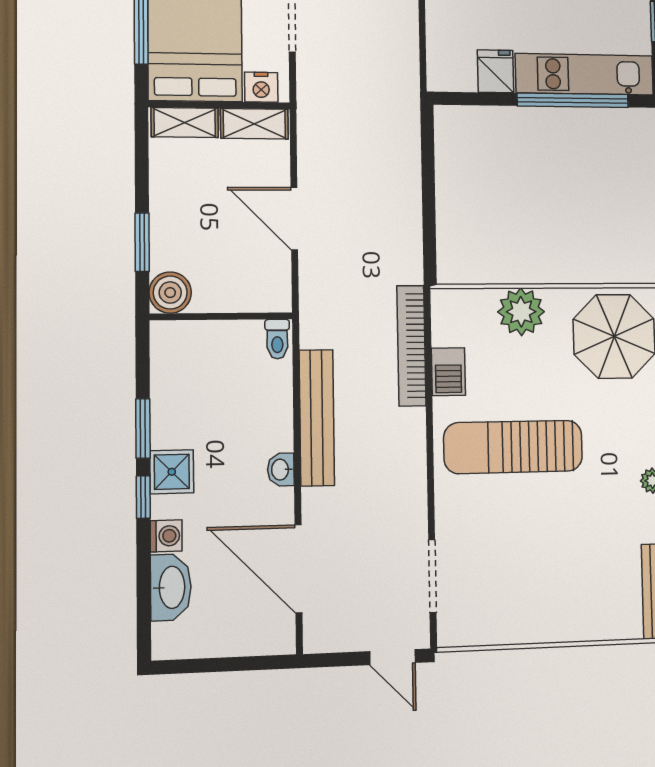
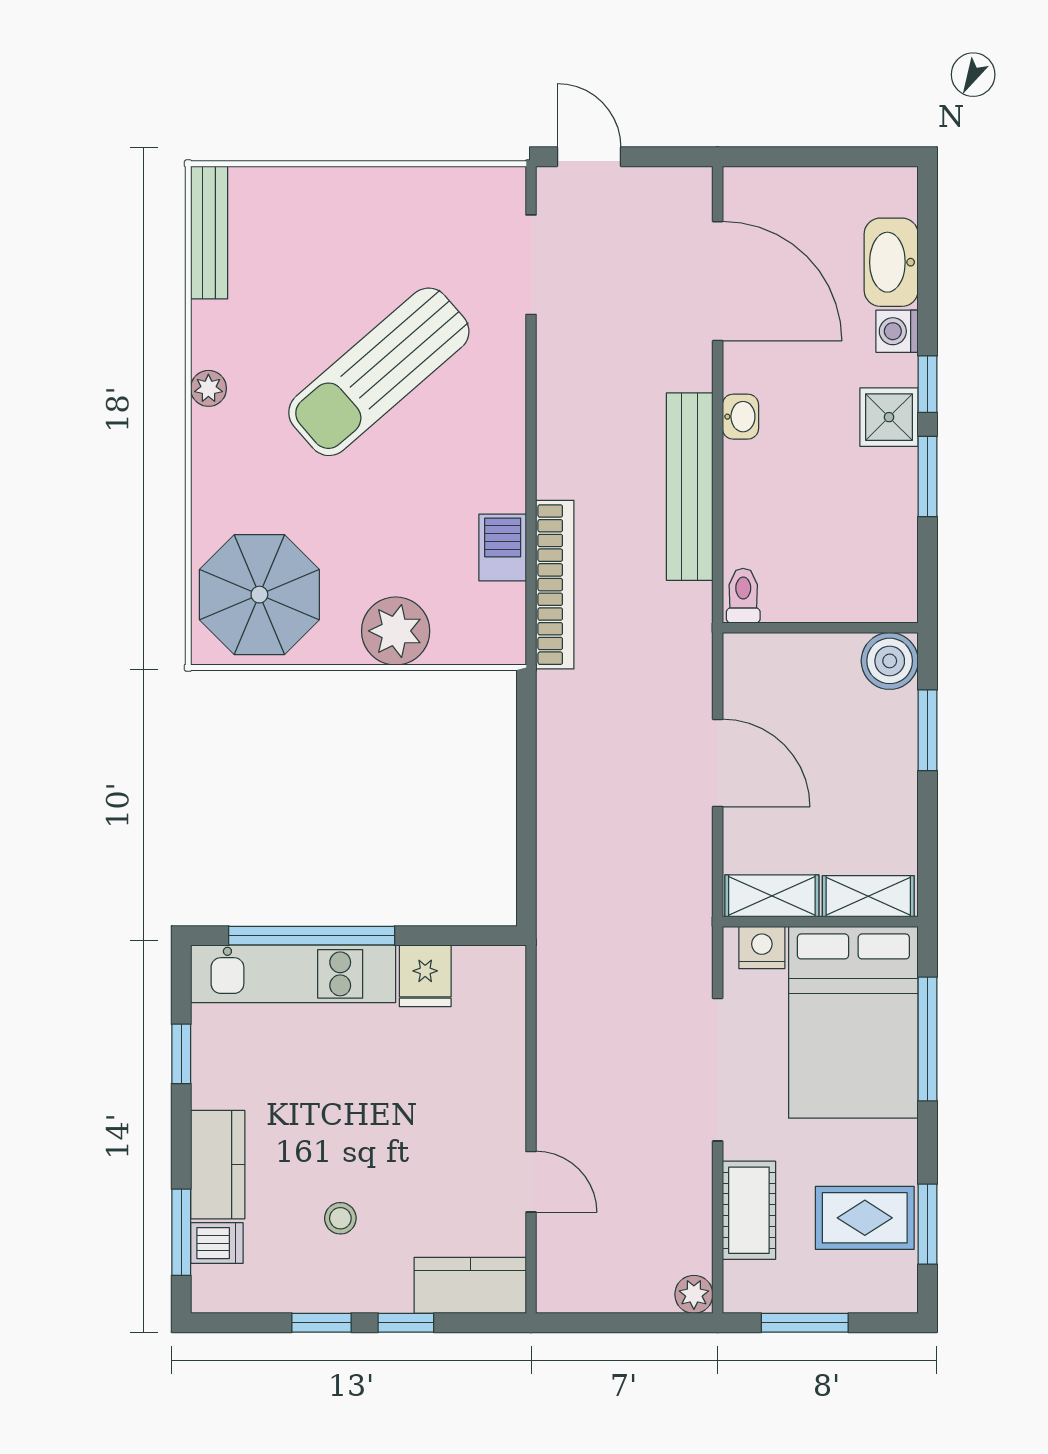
sun lounger: (513, 447) -> (379, 372), moved, turned 139

